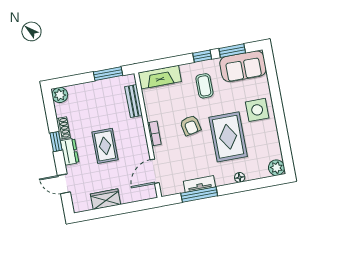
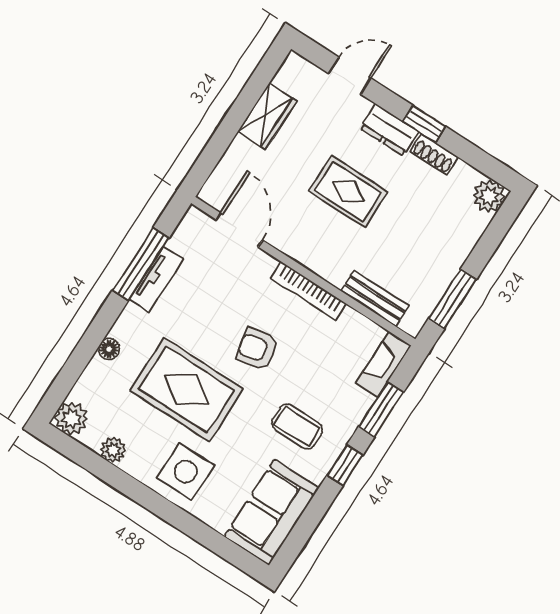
window: (232, 51) -> (381, 409), moved
fireplace: (160, 77) -> (383, 364), width x0.73, depth x0.76
bookcase: (154, 133) -> (308, 291), width x1.56
plant: (274, 143) -> (113, 450), added

